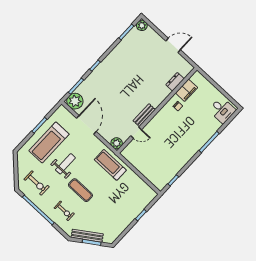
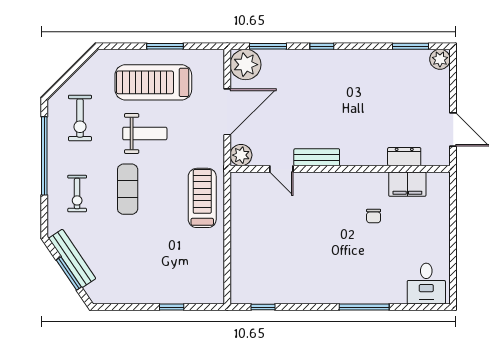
dresser: (175, 82) -> (404, 157), moved
filing cabinet: (187, 90) -> (407, 184), moved
wall: (157, 110) -> (340, 169), moved
bench: (144, 115) -> (317, 157), moved
door: (136, 133) -> (281, 169), moved
plant: (117, 143) -> (241, 155), moved

